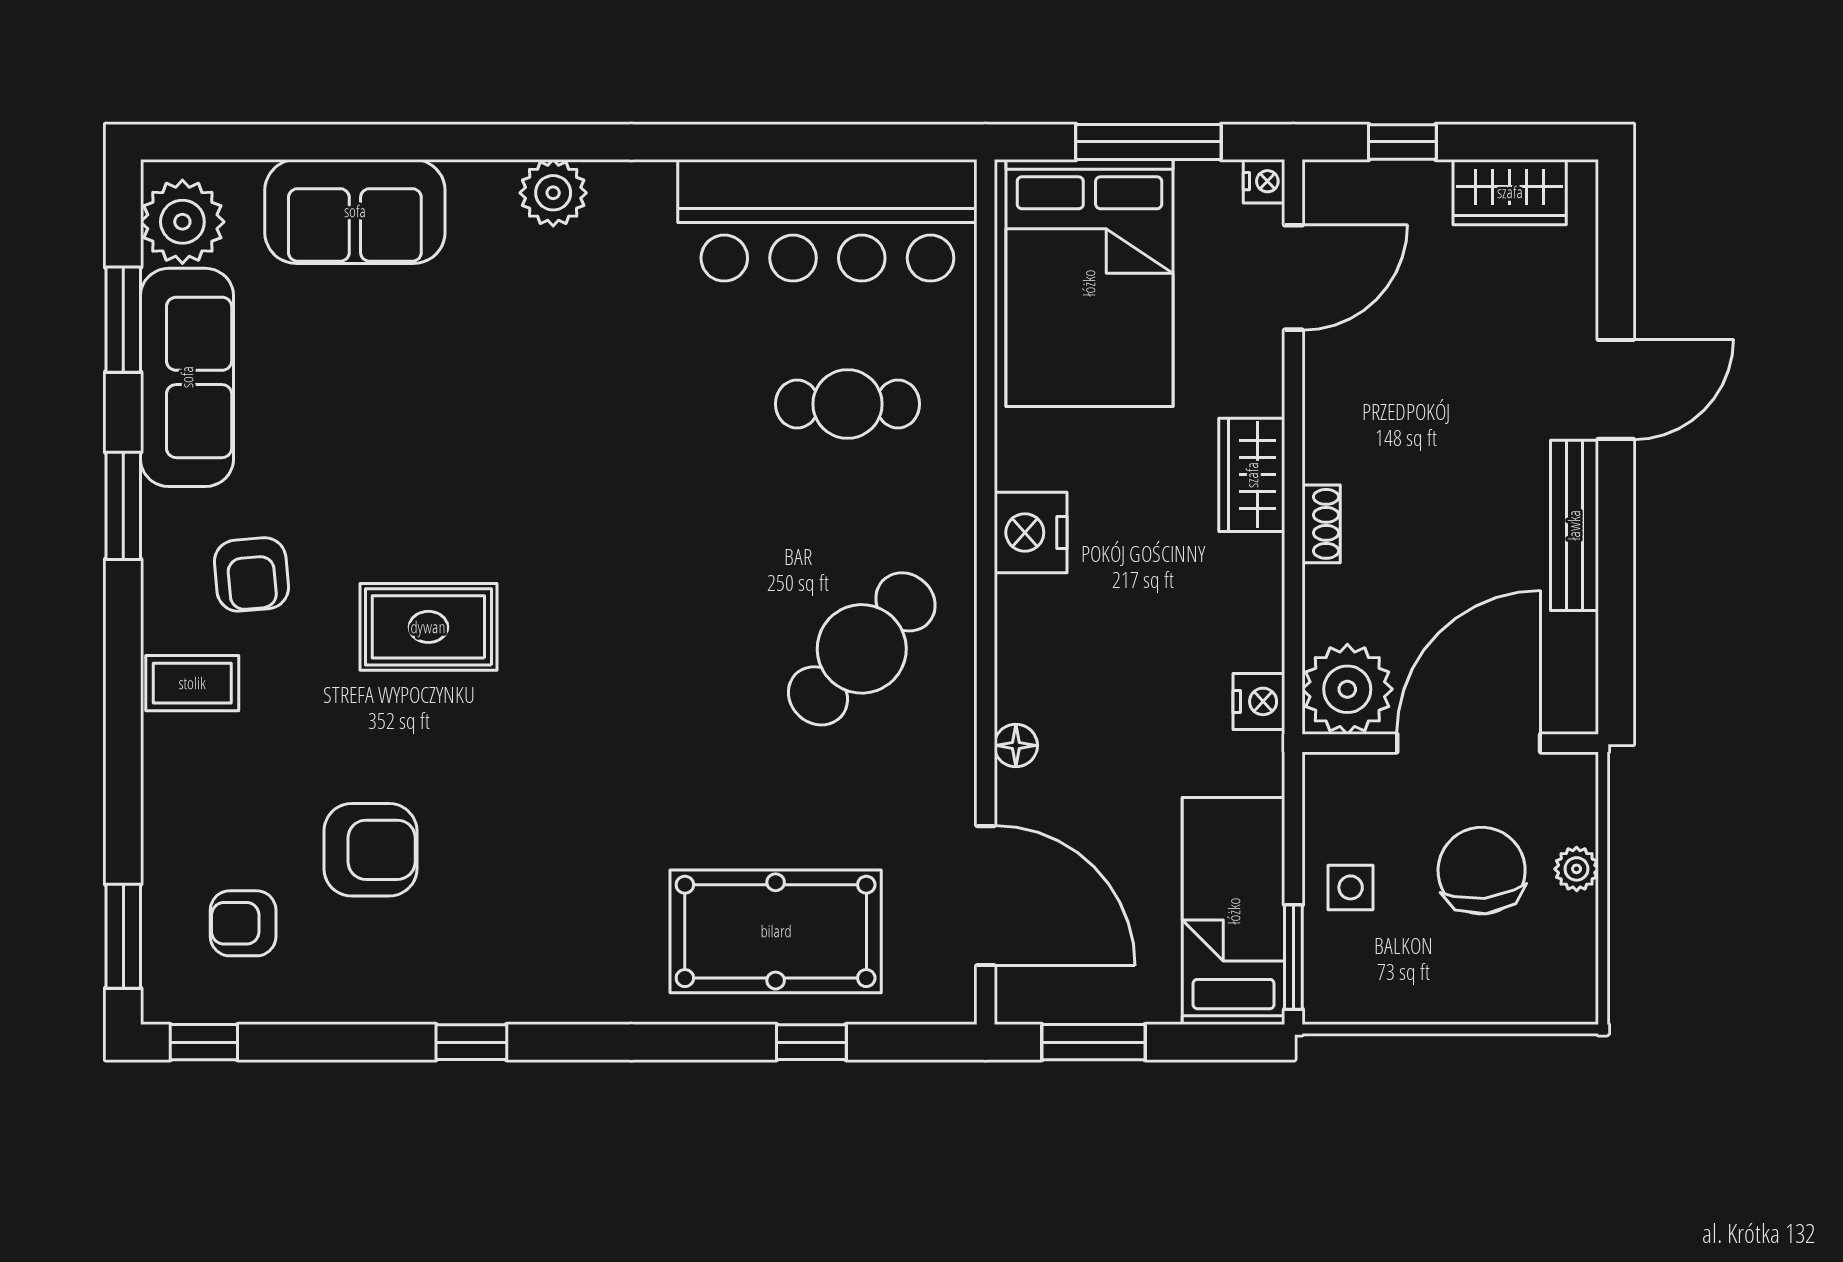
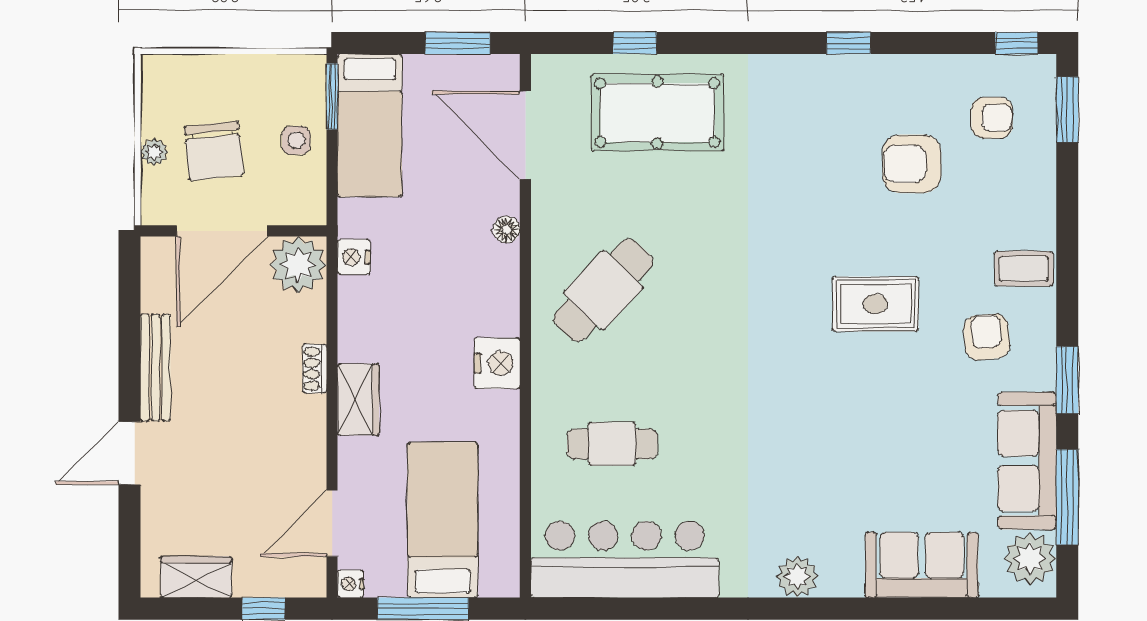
bed: (1089, 283) -> (443, 520), width x0.67
window: (123, 320) -> (1067, 497), width x1.44

